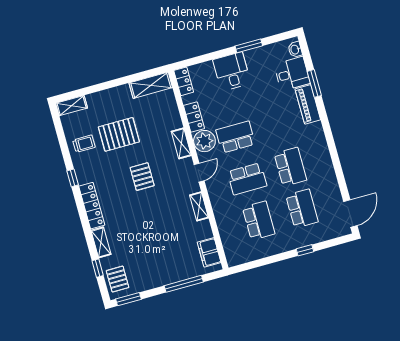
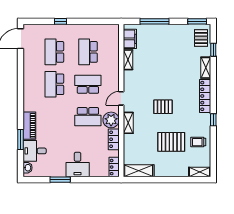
pallet: (142, 177) -> (163, 107), turned 90
shelving: (199, 206) -> (128, 60), moved

